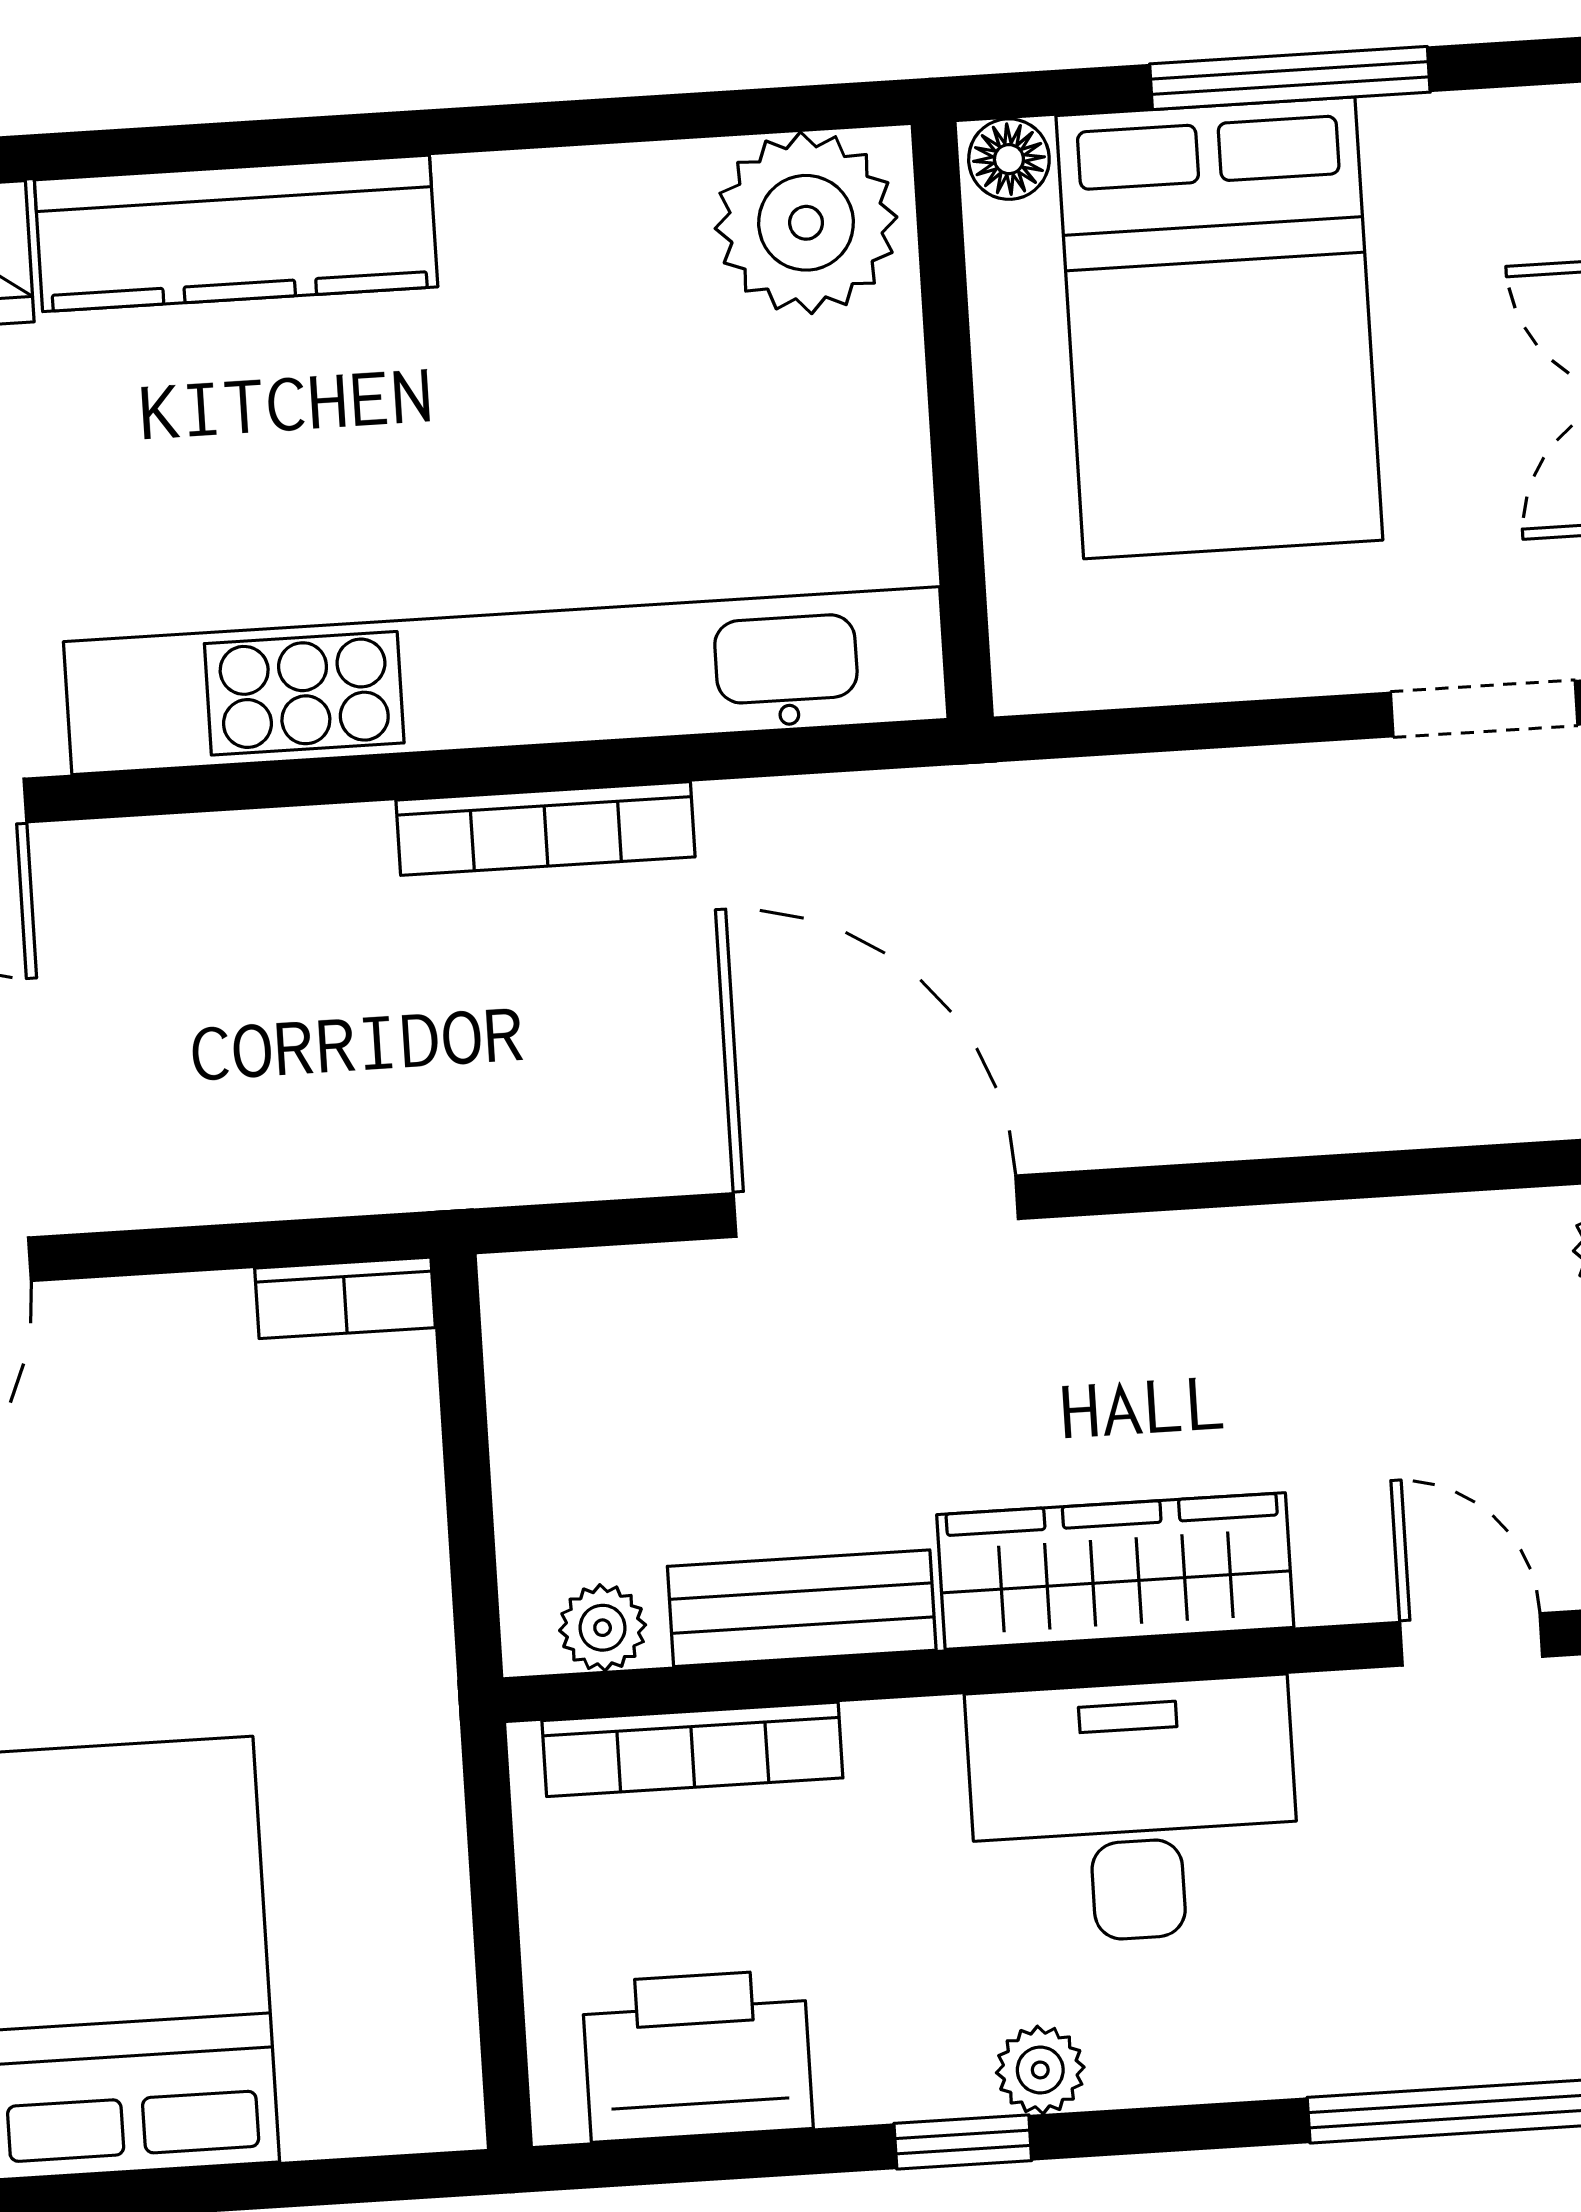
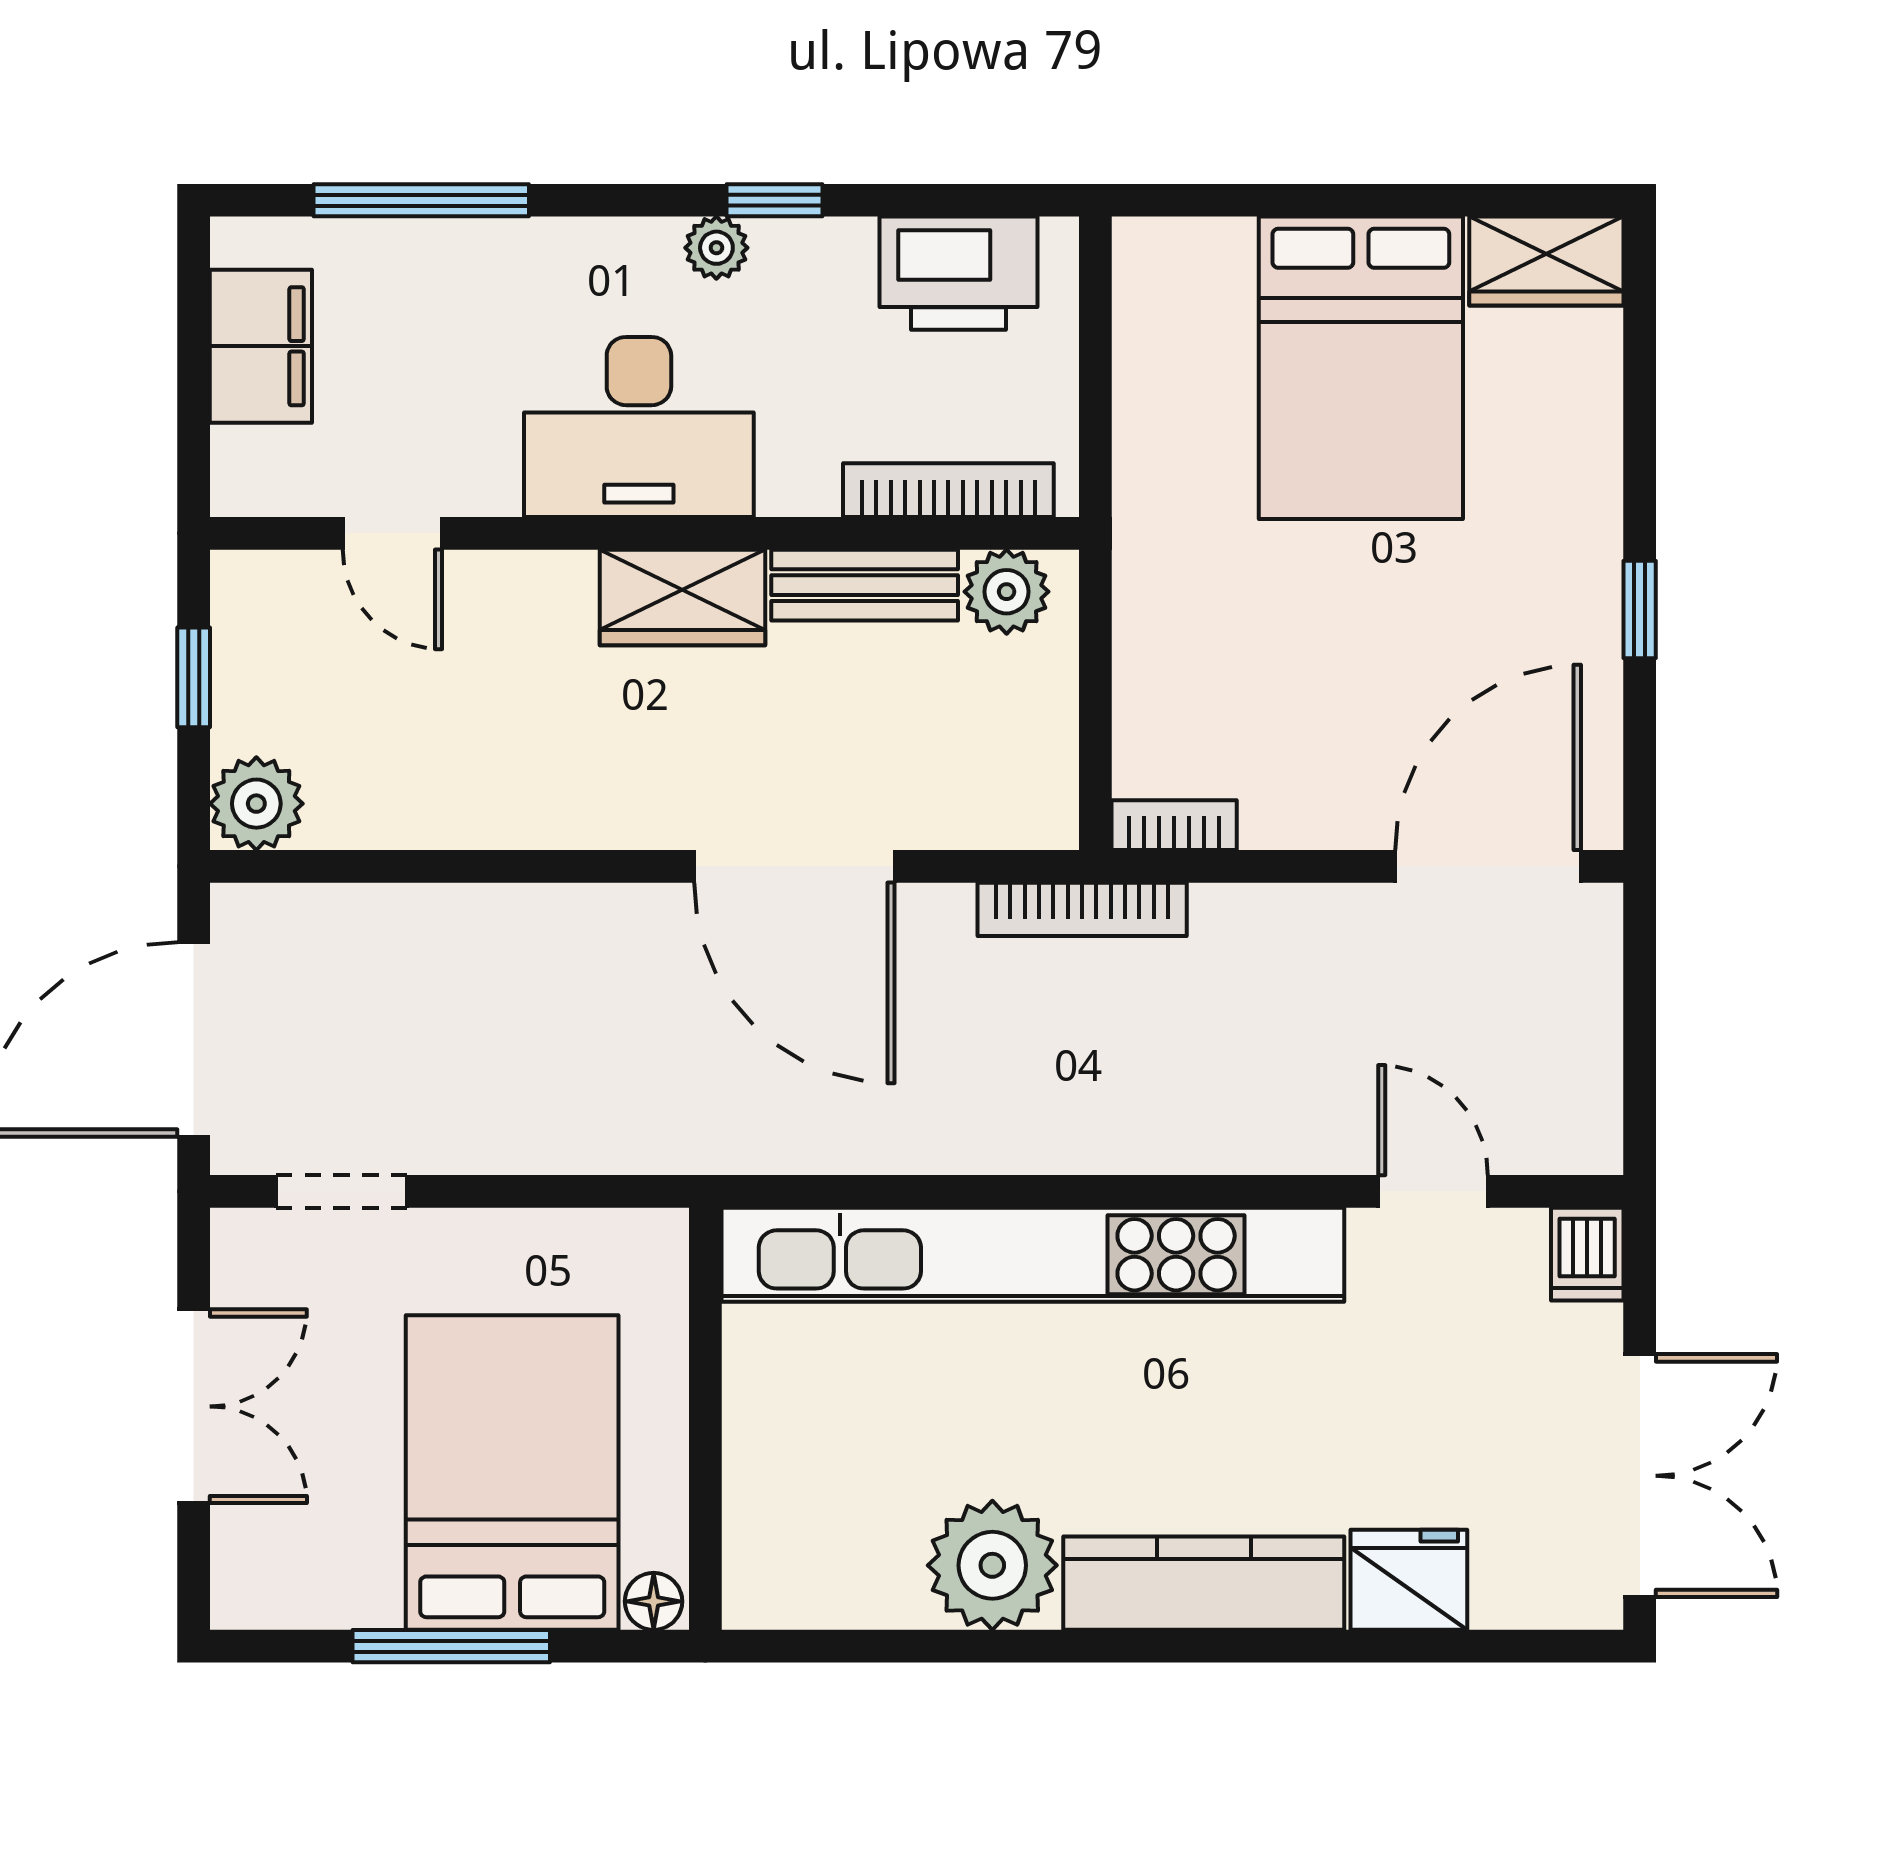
plant: (806, 223) -> (992, 1565), moved
bookcase: (545, 828) -> (1082, 909), moved, turned 180
wardrobe: (1115, 1571) -> (682, 597), width x0.67
plant: (603, 1628) -> (1007, 592), width x1.38, depth x1.38

